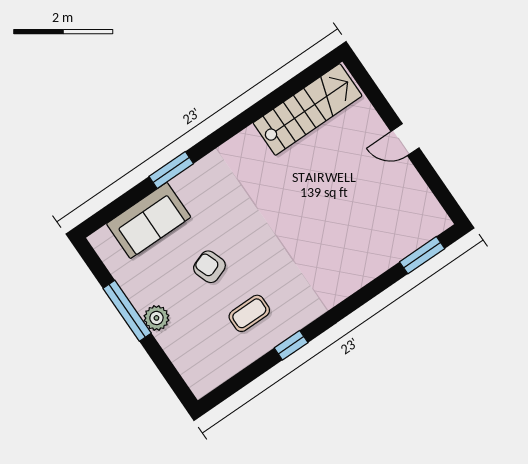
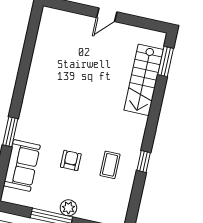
stairs: (308, 109) -> (144, 80), moved, turned 180
armchair: (209, 267) -> (71, 160), turned 110

